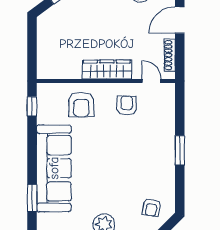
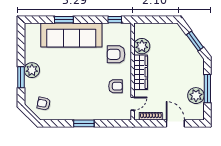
plant: (70, 68) -> (142, 46), added
window: (32, 198) -> (64, 20), moved

